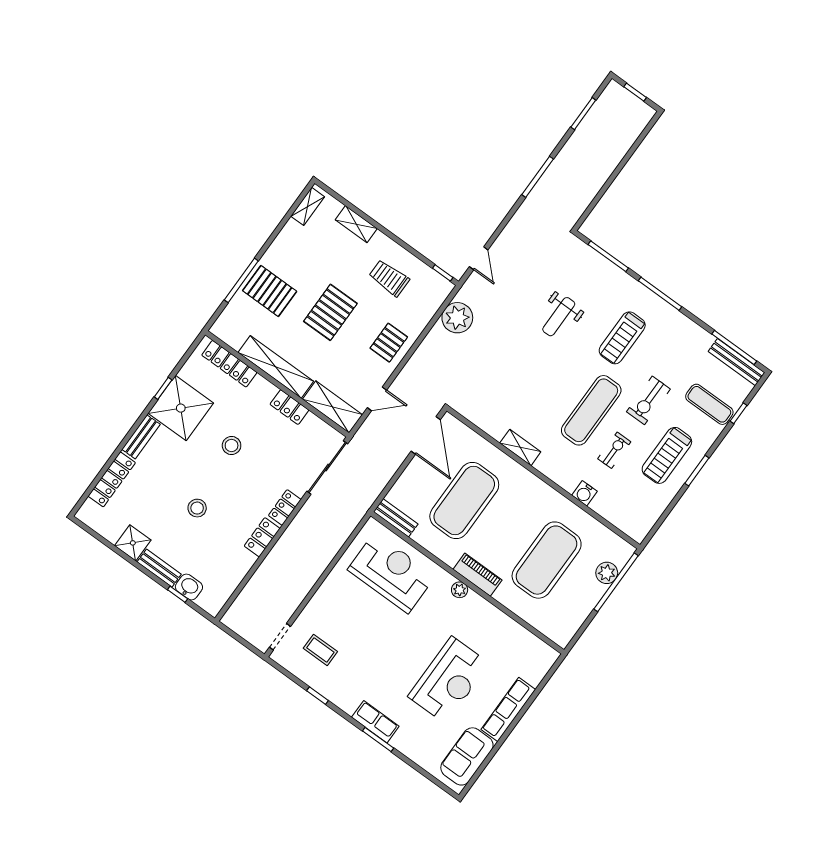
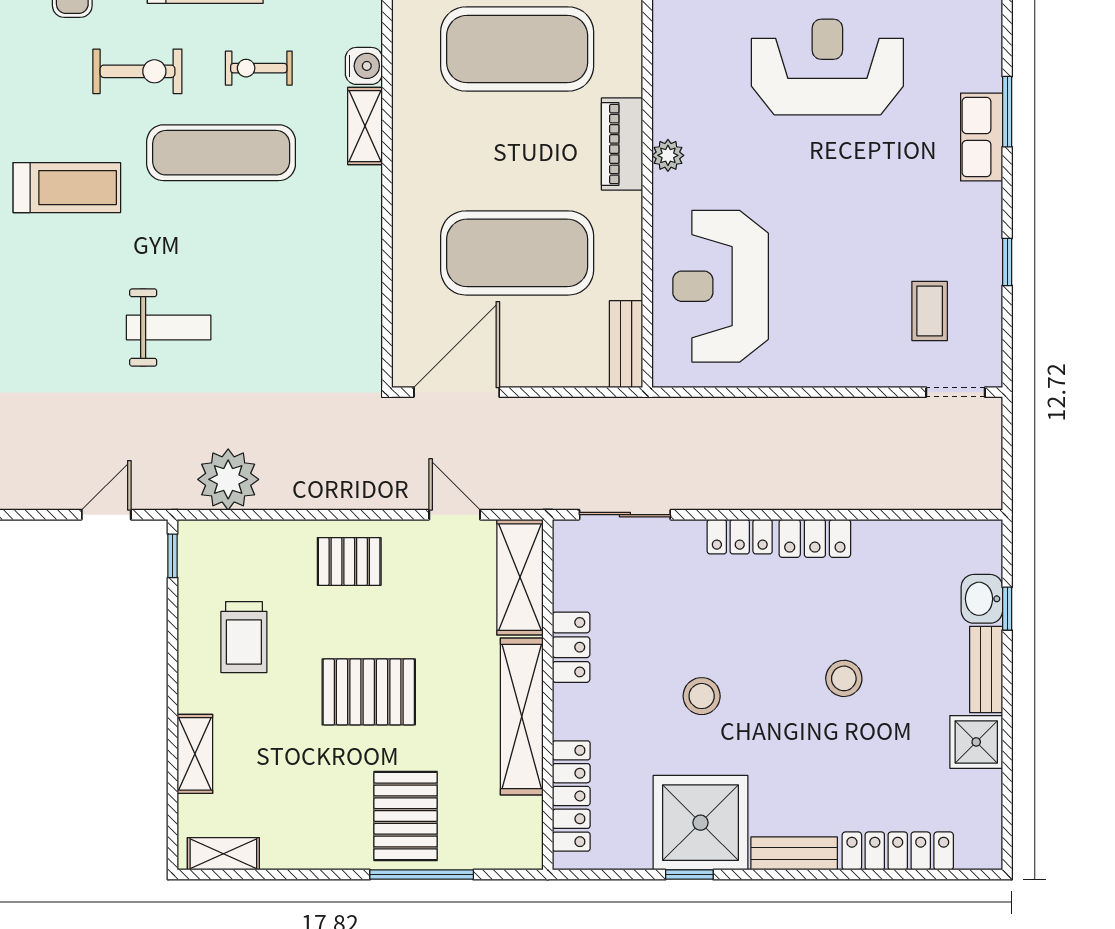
weight bench: (559, 317) -> (169, 327), moved
shelving: (520, 447) -> (365, 126), moved
sliding door: (327, 468) -> (625, 515), width x0.73

